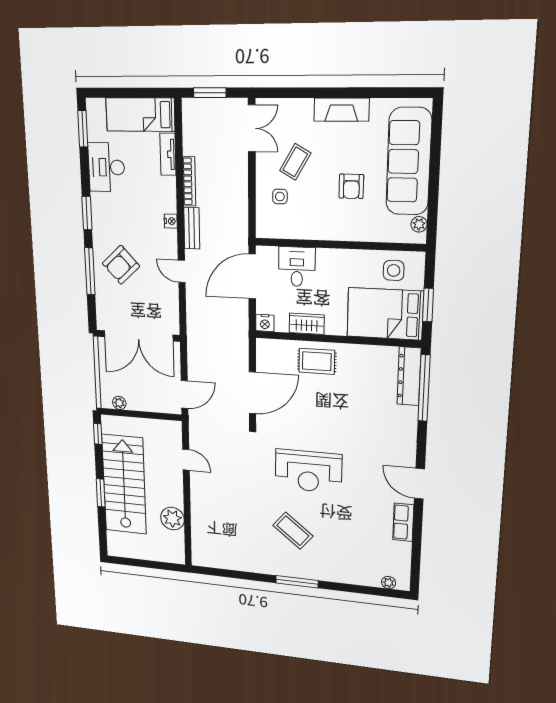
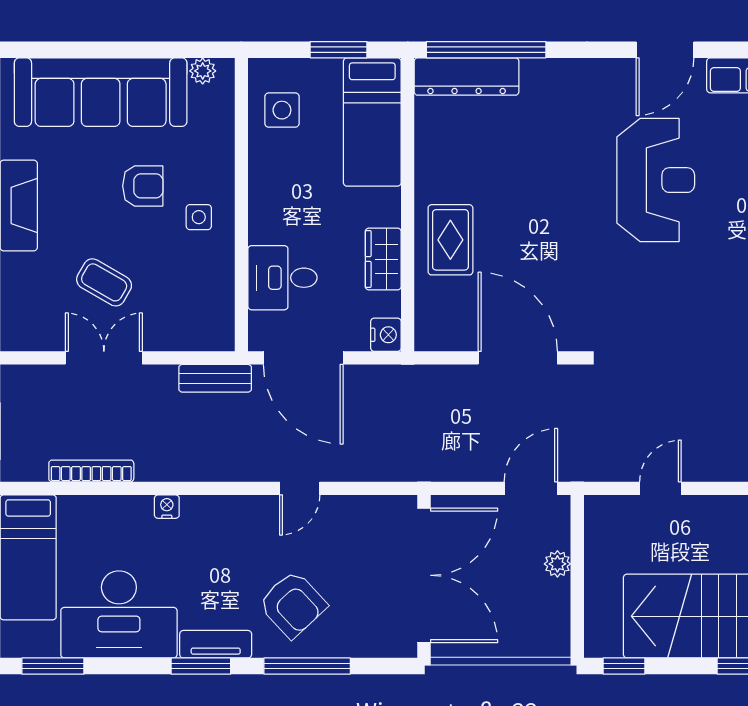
double door: (252, 128) -> (104, 358), moved
tv unit: (168, 154) -> (216, 644), moved, turned 180
desk: (106, 167) -> (119, 614), width x1.36, depth x1.30
bookcase: (189, 181) -> (91, 471), moved
side table: (280, 197) -> (199, 217), moved
nightstand: (171, 221) -> (167, 507), moved
bench: (192, 228) -> (215, 378), moved
bed: (385, 314) -> (372, 122), width x0.67
door: (185, 394) -> (531, 488), hinge flipped
plant: (119, 403) -> (557, 564), moved
reception desk: (308, 471) -> (656, 180), moved

